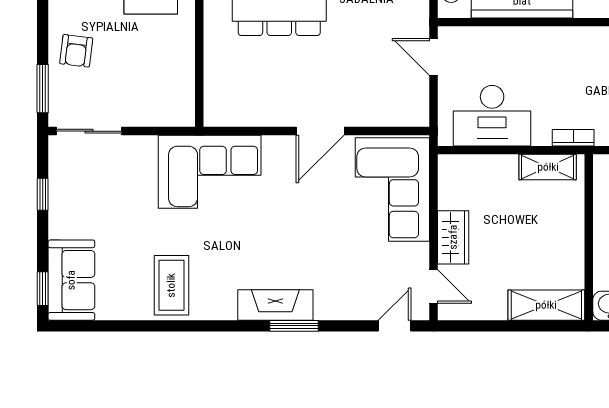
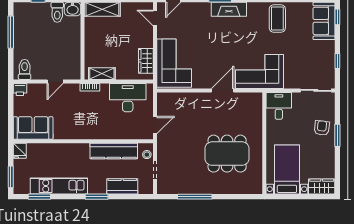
door: (434, 57) -> (155, 125), hinge flipped
window: (43, 89) -> (337, 135), moved
desk: (168, 98) -> (279, 106), added
door: (320, 131) -> (223, 90), moved
wardrobe: (453, 237) -> (146, 61), moved

